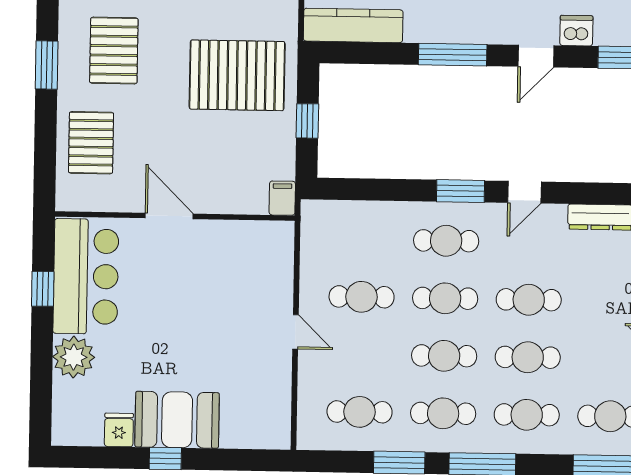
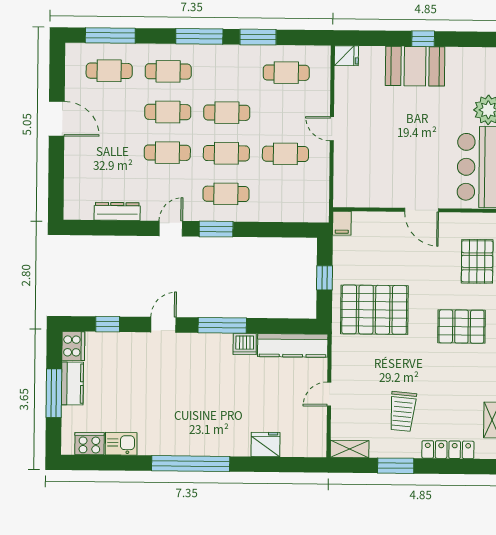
dishwasher: (576, 31) -> (245, 344), moved
pallet: (114, 51) -> (461, 327), turned 90
cafe table: (443, 413) -> (227, 72), removed
fridge: (119, 430) -> (346, 56), moved, turned -90

